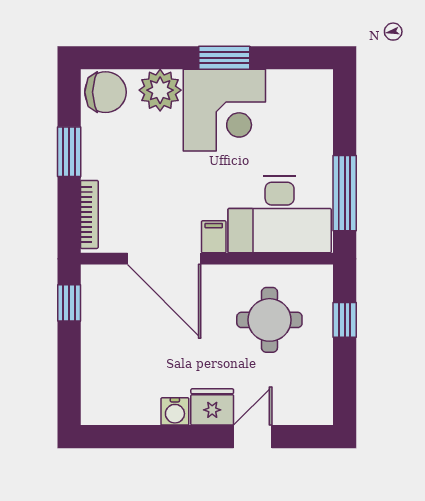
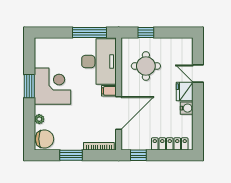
plant: (160, 90) -> (39, 119), width x0.53, depth x0.53
chair: (106, 92) -> (44, 139), turned 90
locker: (94, 374) -> (170, 144), added

